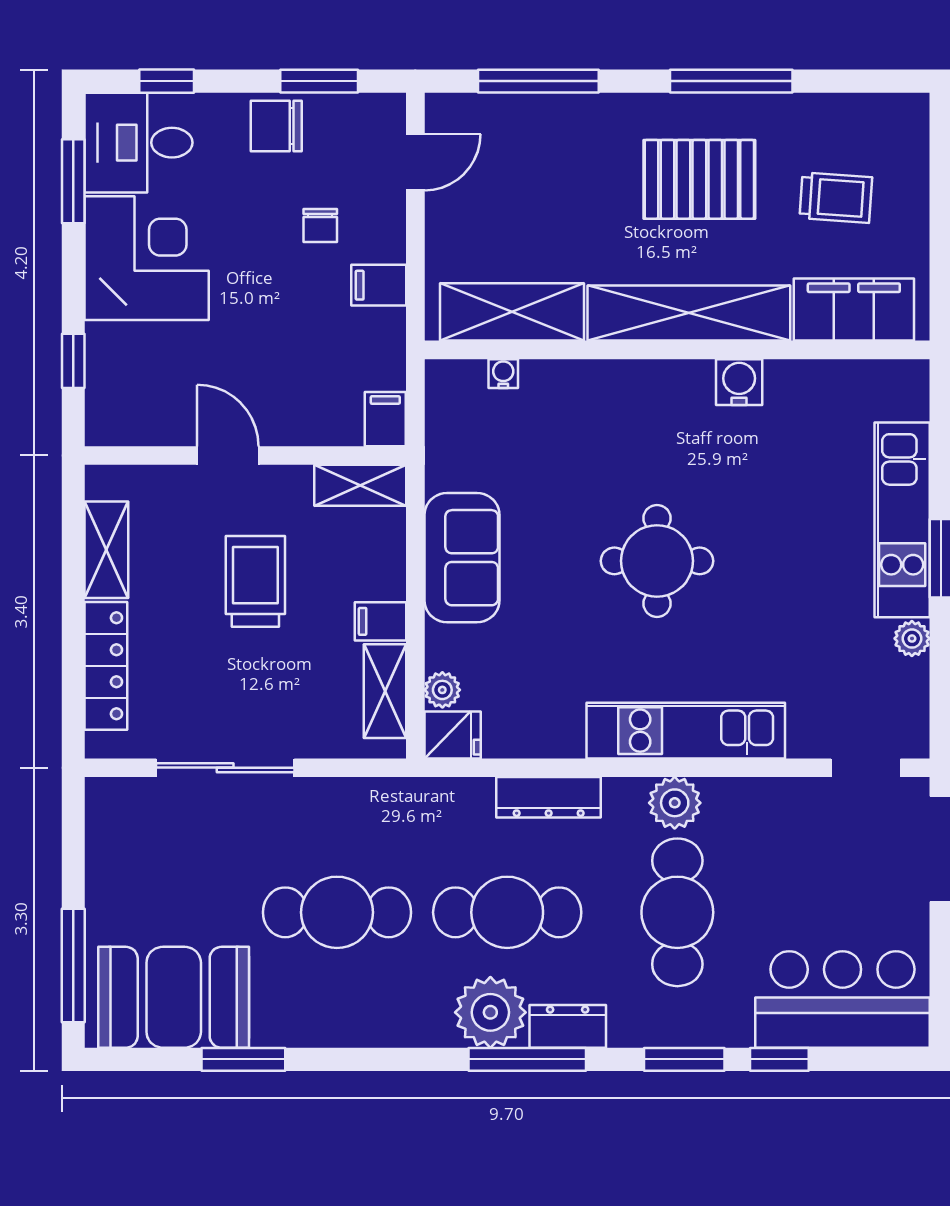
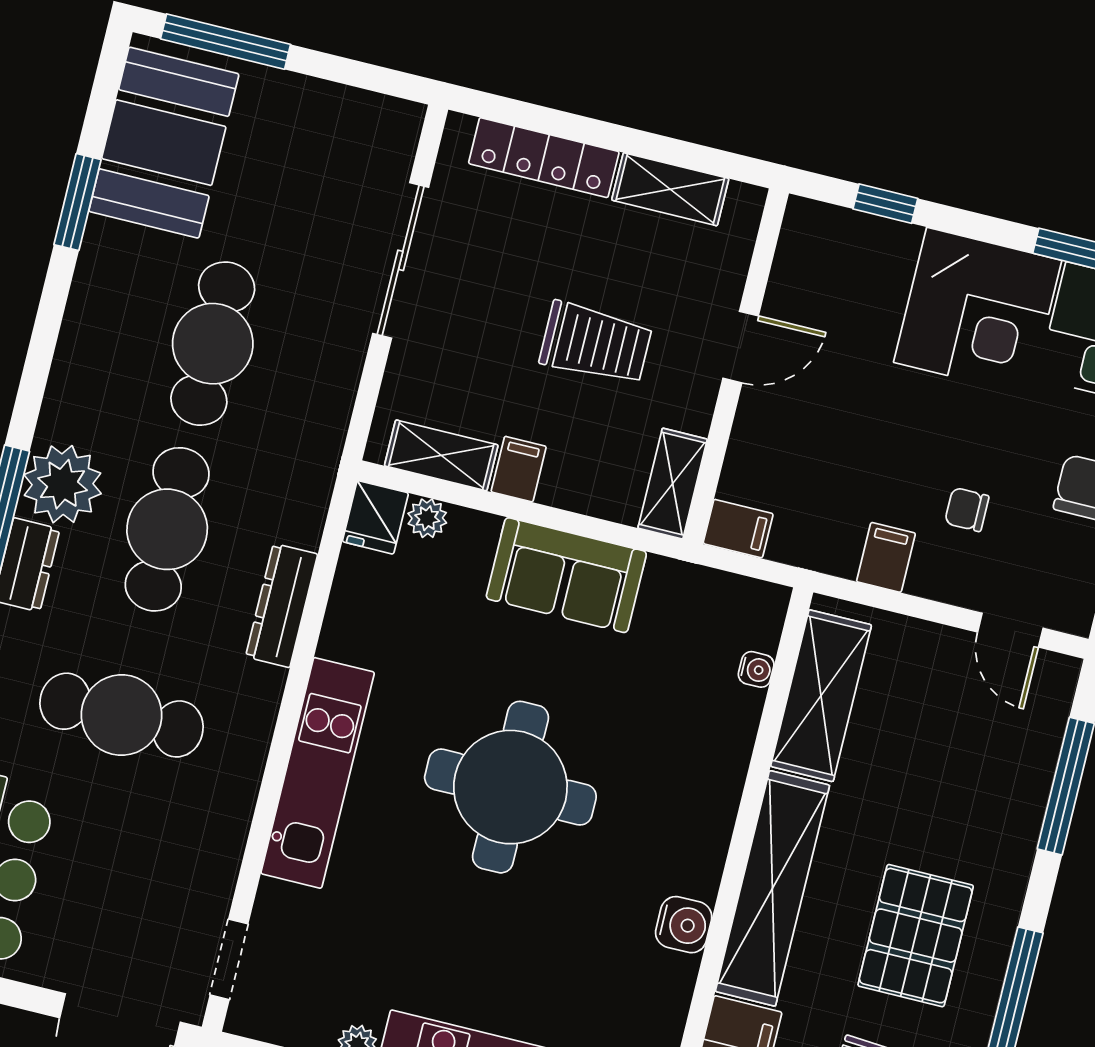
round table: (657, 561) -> (510, 787), width x1.36, depth x1.36
plant: (675, 803) -> (242, 742), removed

